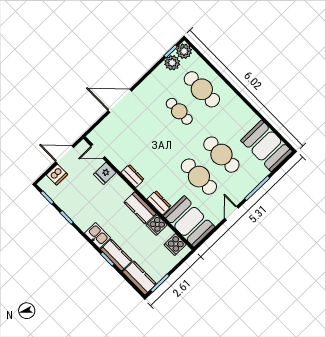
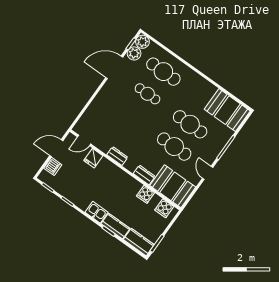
door: (120, 101) -> (114, 67), moved
kitchen counter: (140, 208) -> (129, 182), removed

